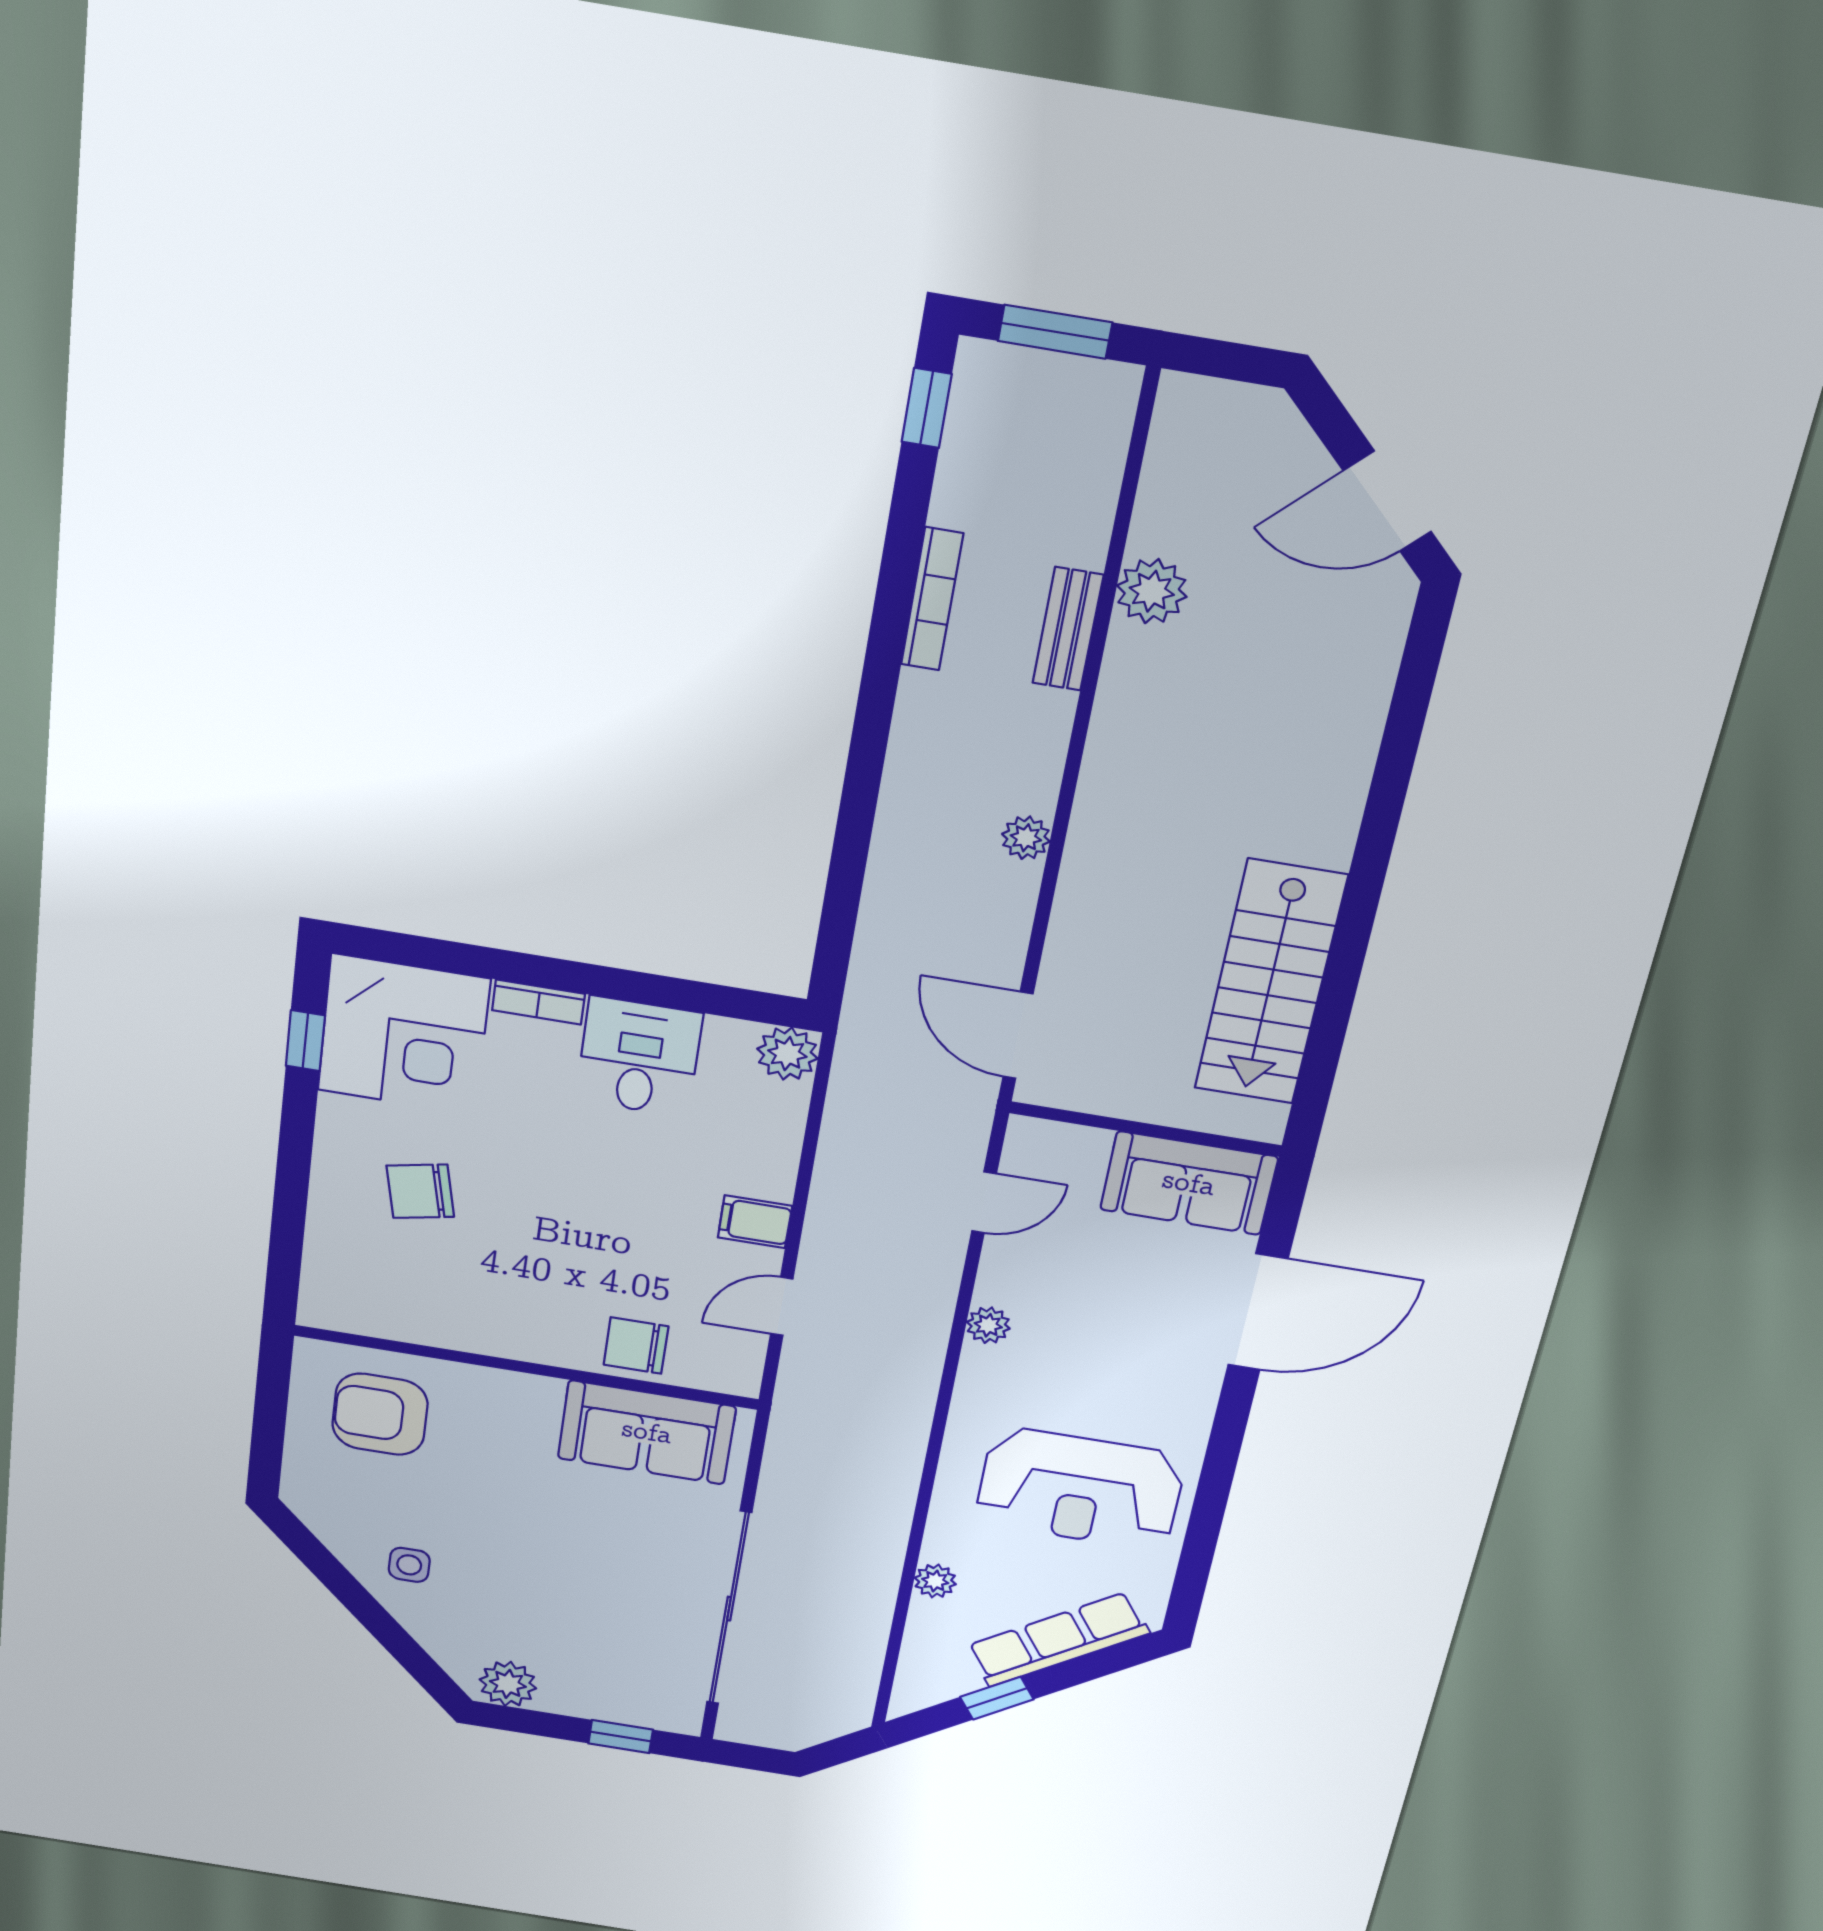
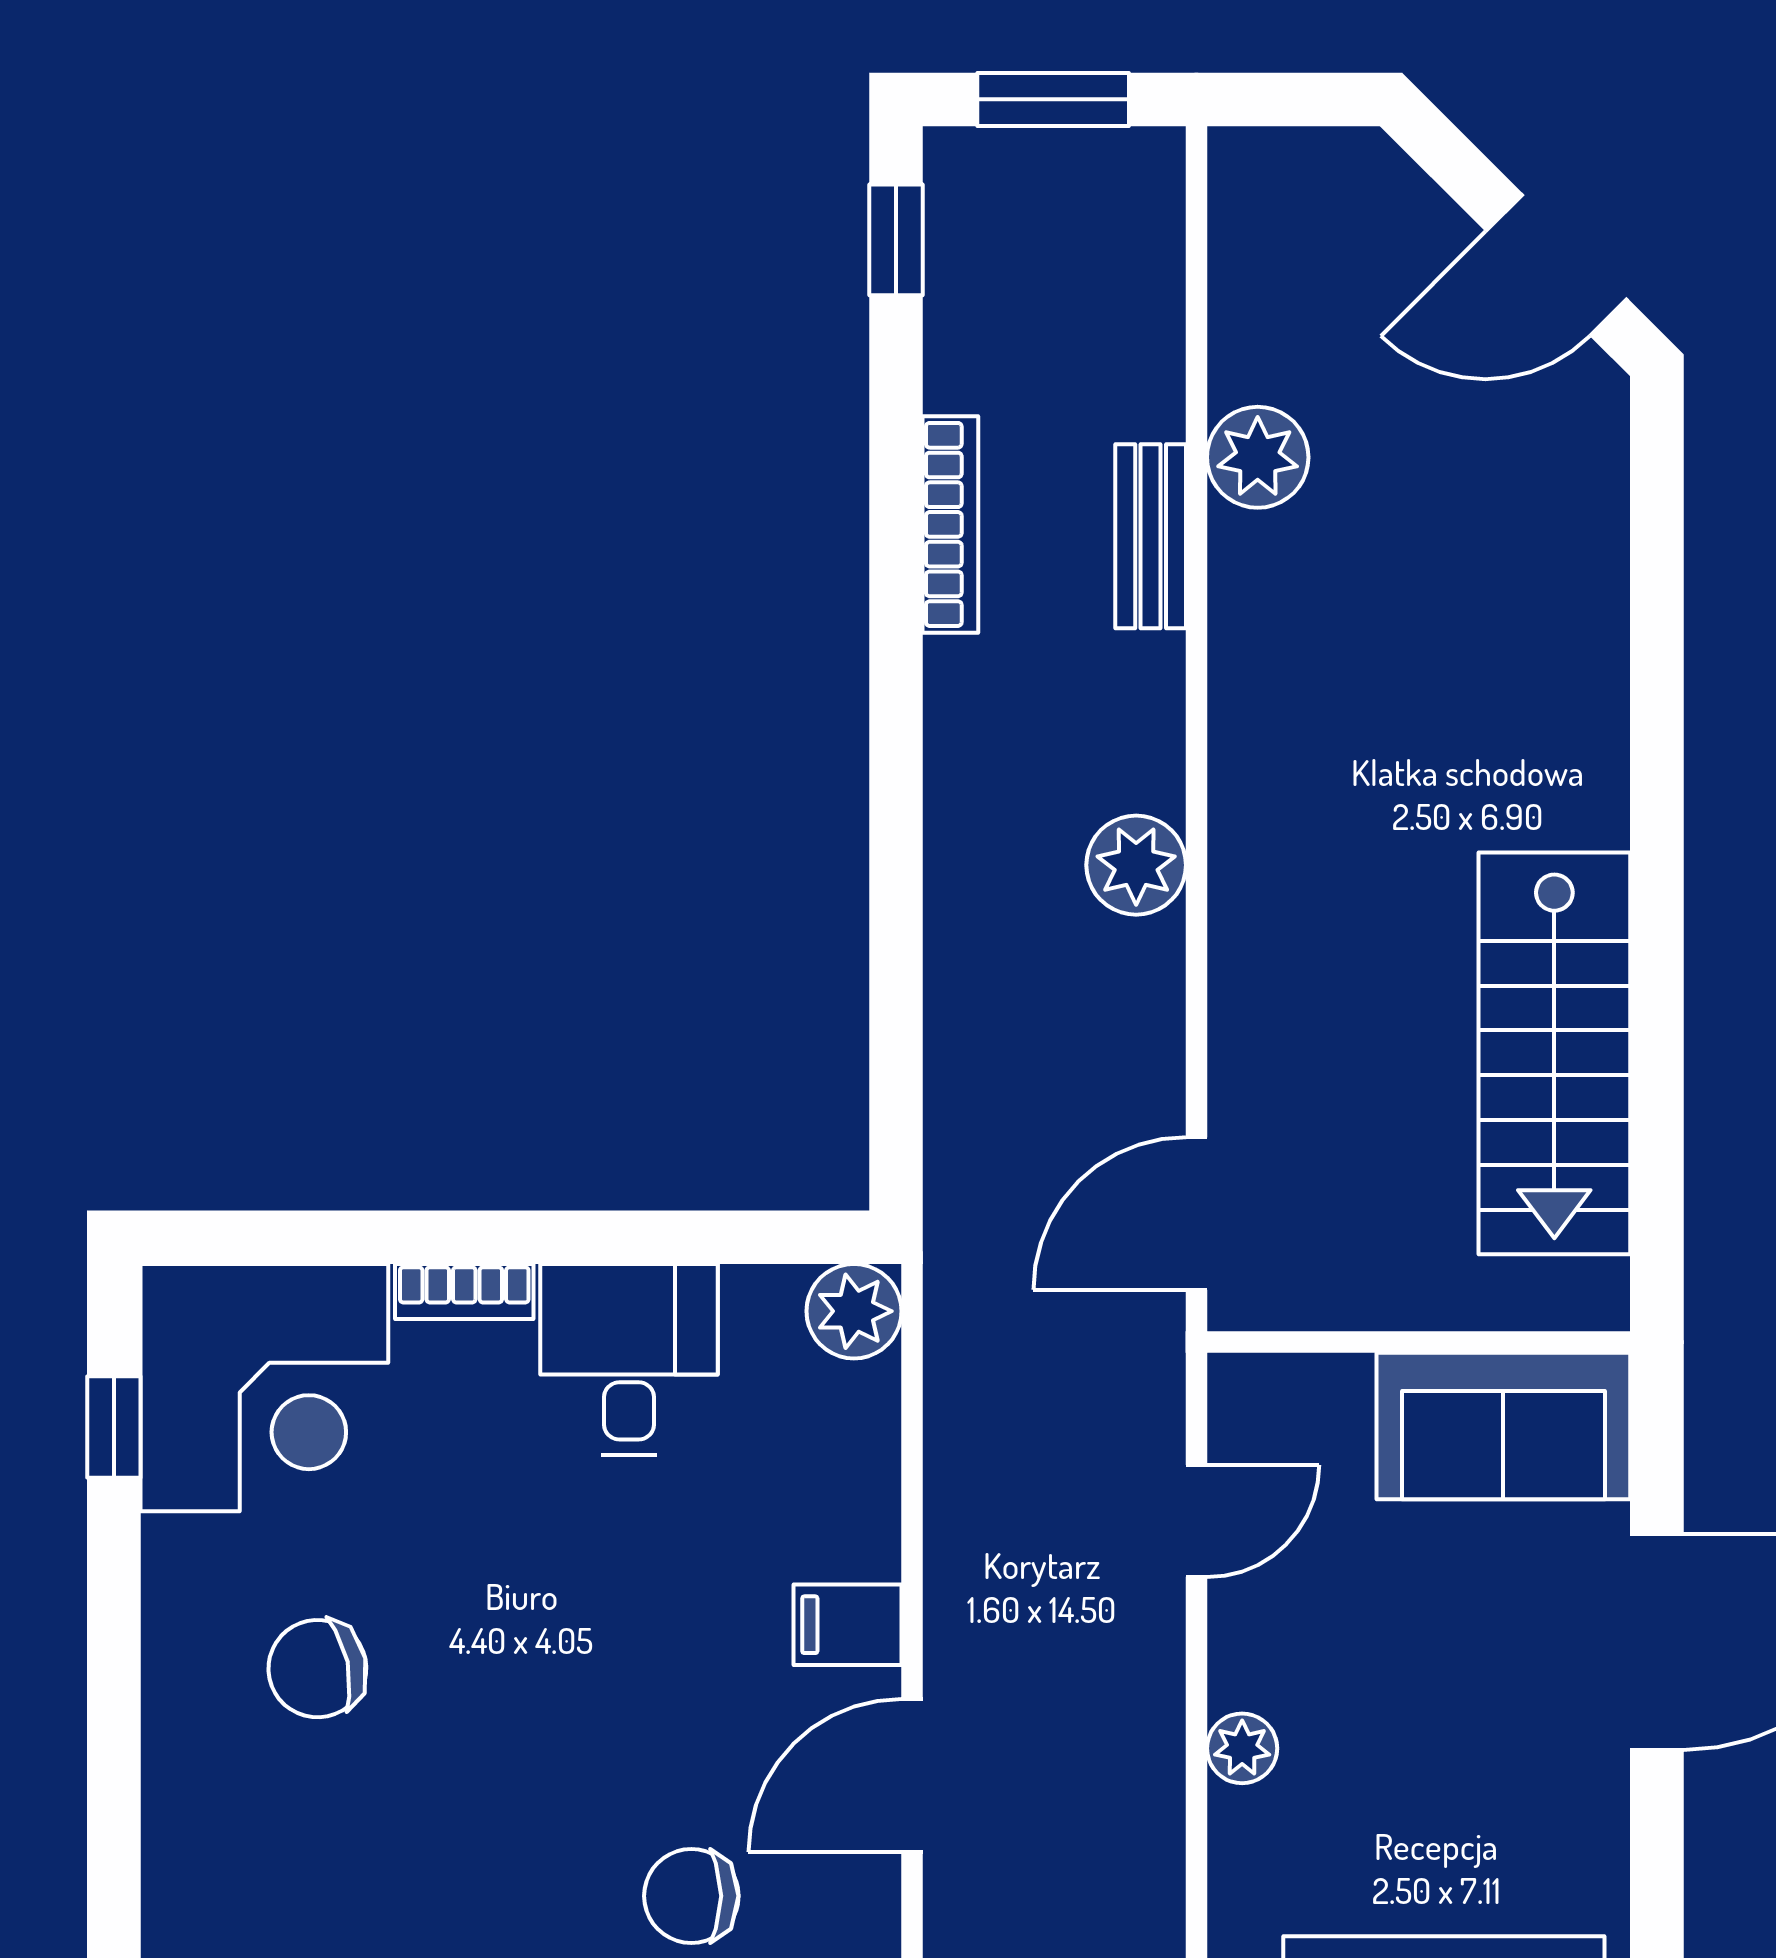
plant: (1026, 838) -> (1136, 865), width x1.38, depth x1.38
door: (1018, 1035) -> (1196, 1214), hinge flipped
door: (782, 1306) -> (912, 1776), width x1.38

